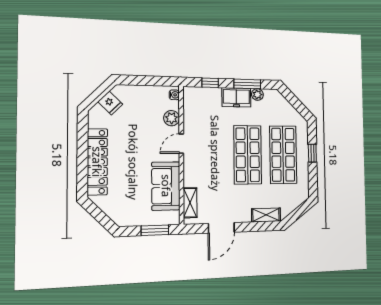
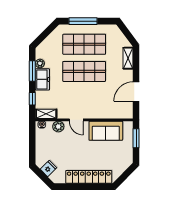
window: (312, 153) -> (83, 21), width x2.17
shelving: (190, 203) -> (46, 114), moved
door: (221, 228) -> (136, 92), swing flipped

